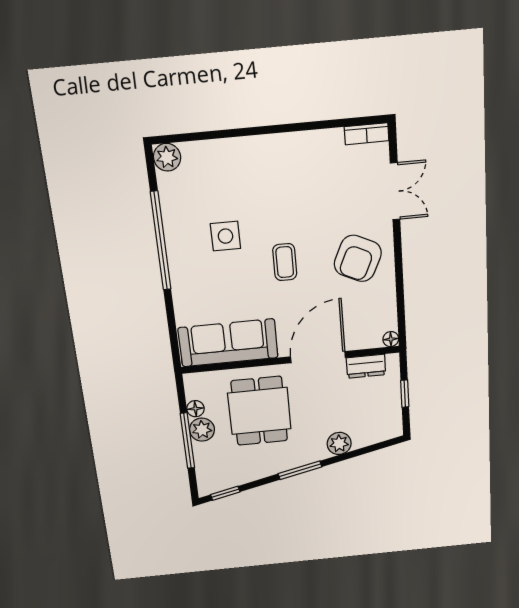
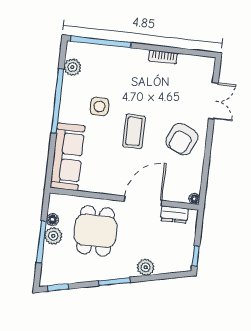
bookcase: (367, 134) -> (163, 57), moved
window: (205, 136) -> (101, 42), added
plant: (167, 157) -> (72, 67), moved
coffee table: (285, 262) -> (134, 131), width x1.36, depth x1.30
sofa: (228, 343) -> (68, 157), moved, turned 90
window: (405, 394) -> (196, 256), moved

